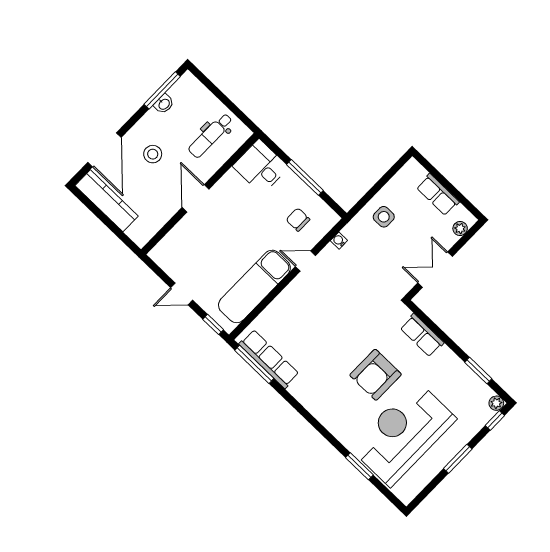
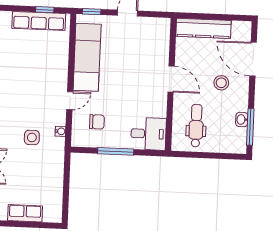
kitchen counter: (107, 201) -> (203, 28), moved
side table: (384, 217) -> (32, 137), moved
window: (254, 364) -> (45, 10), width x0.46

